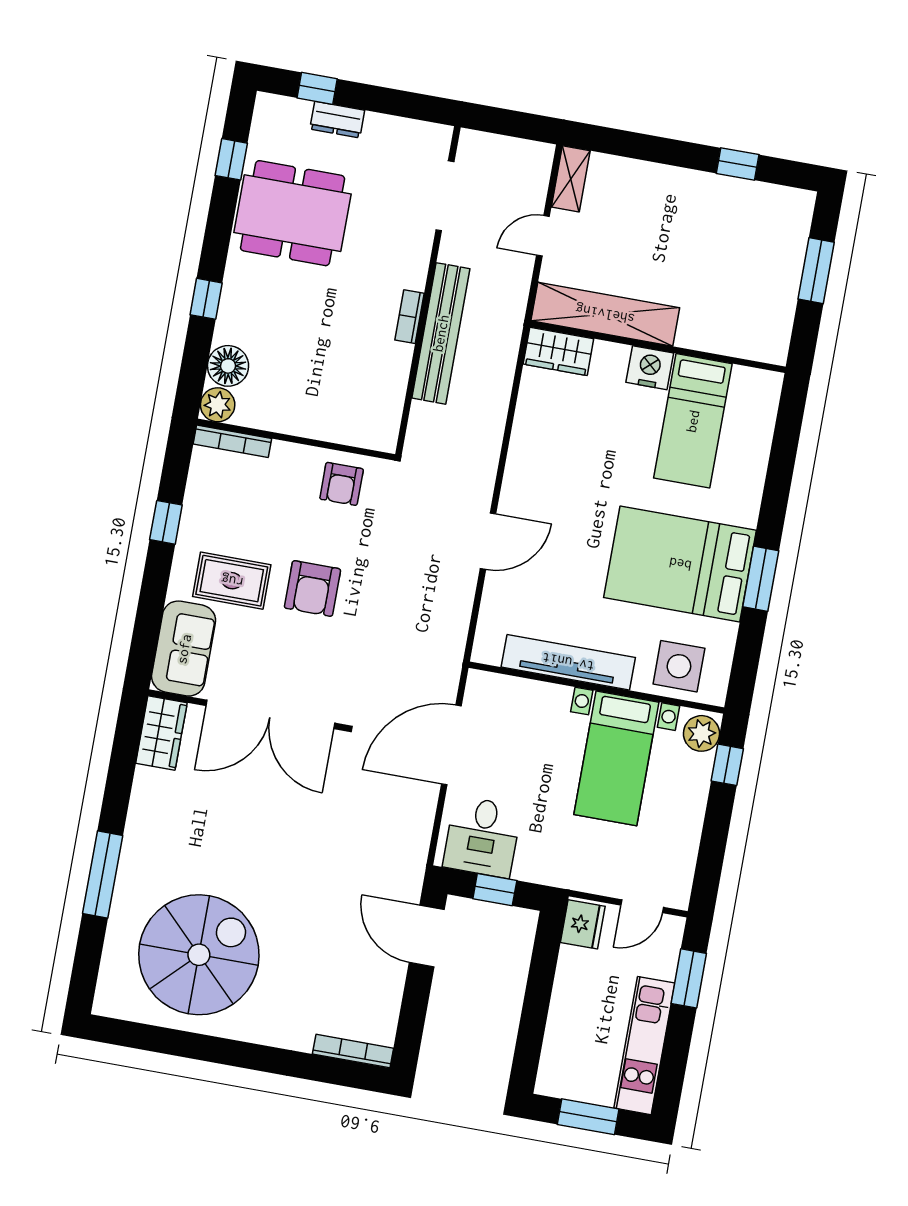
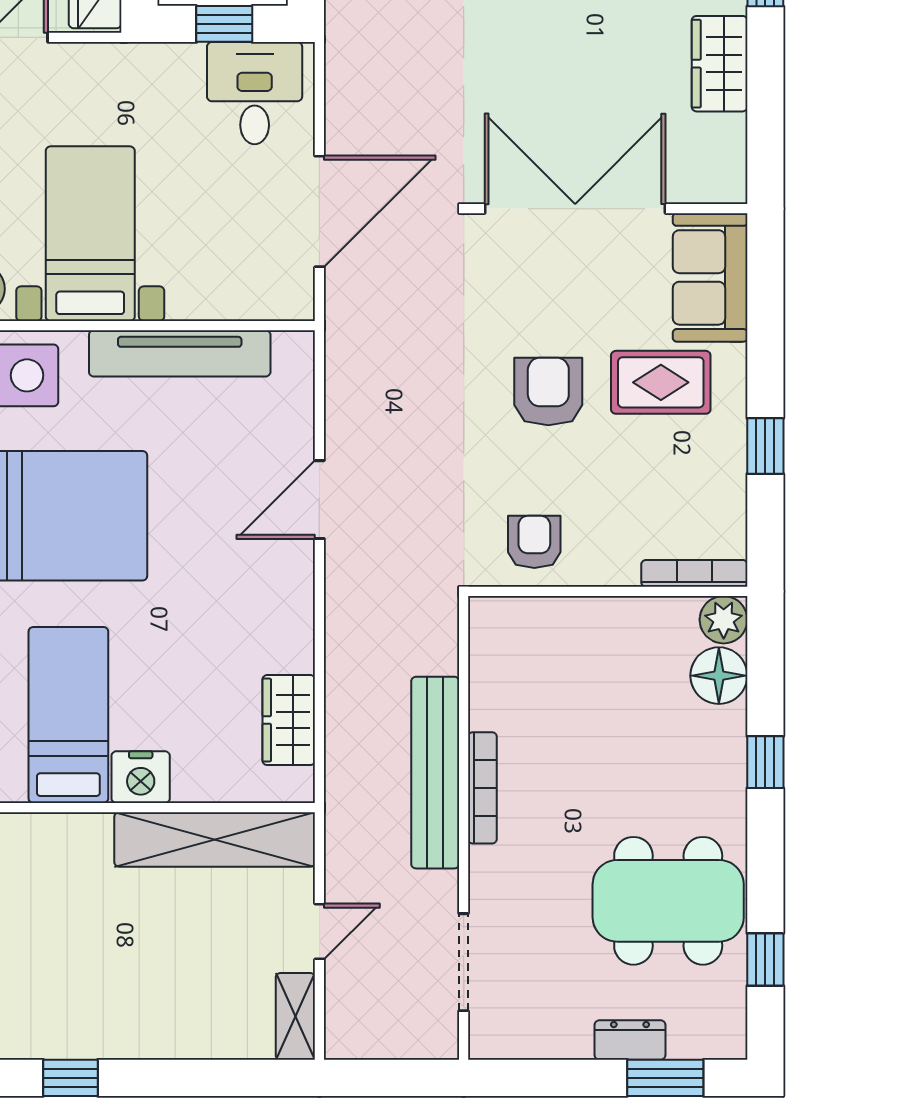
window: (317, 88) -> (665, 1078), width x1.50
bookcase: (410, 317) -> (482, 788), width x1.56
wardrobe: (558, 351) -> (289, 720), moved, turned -90
wardrobe: (161, 733) -> (720, 64), moved

